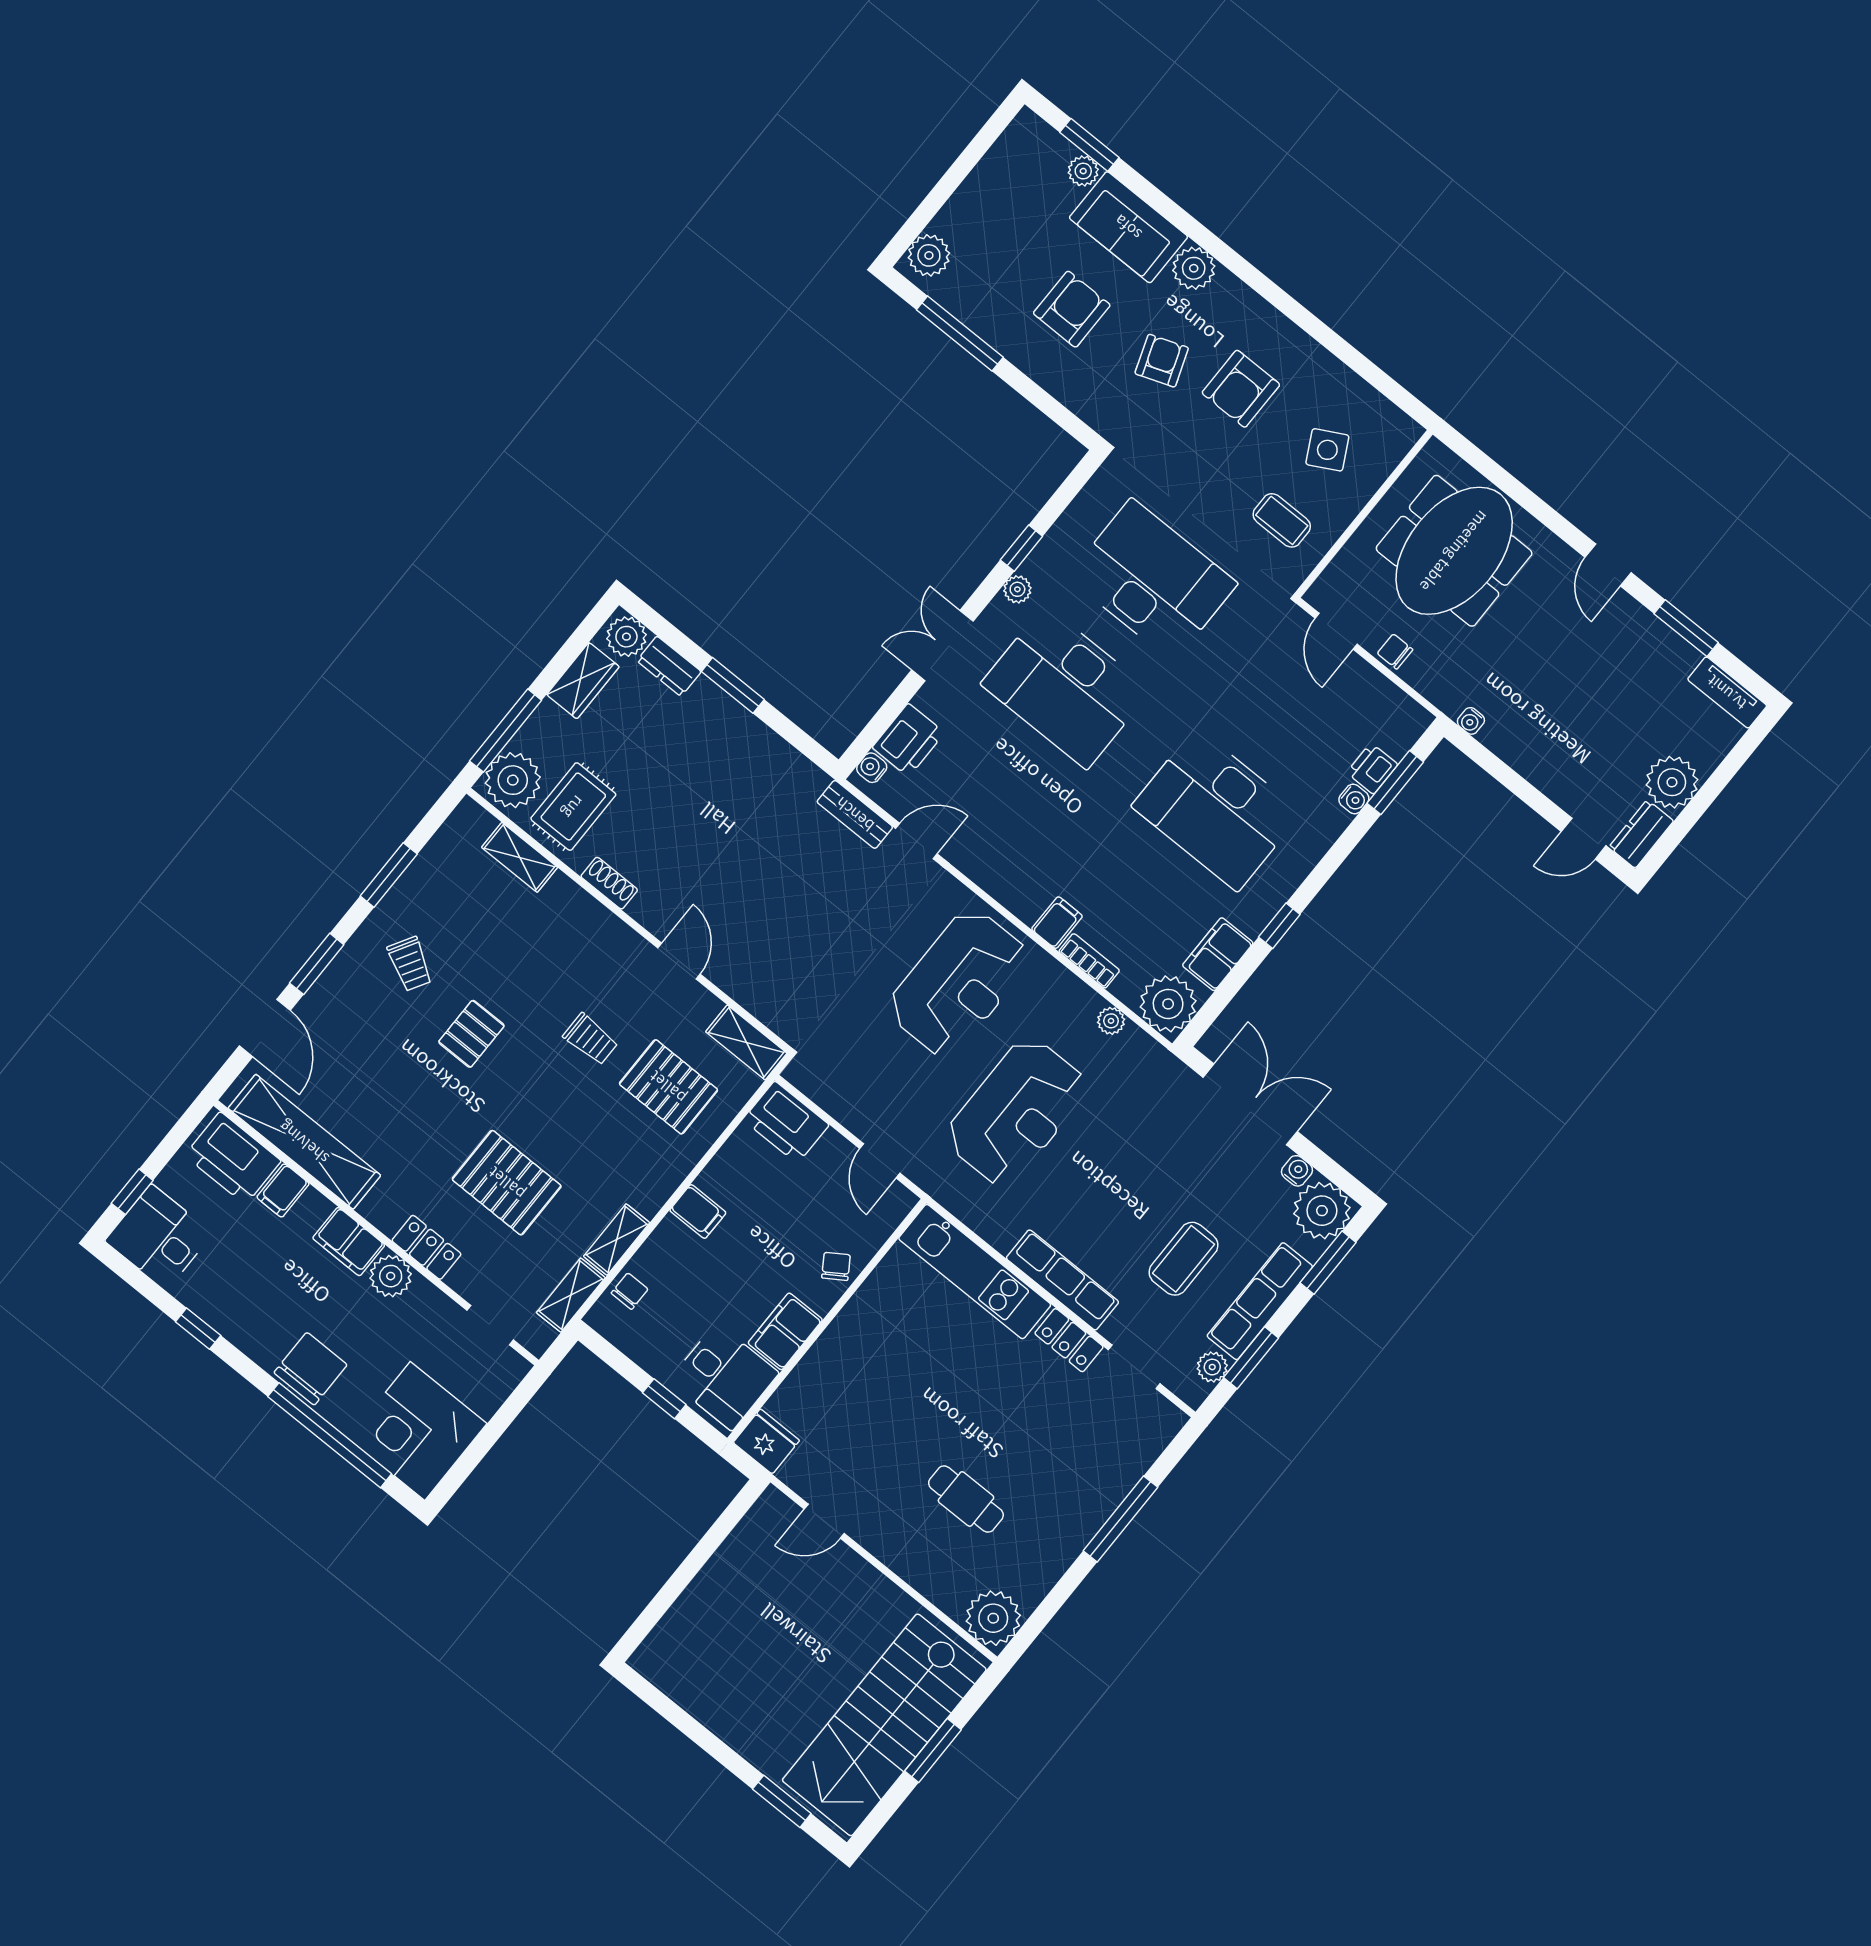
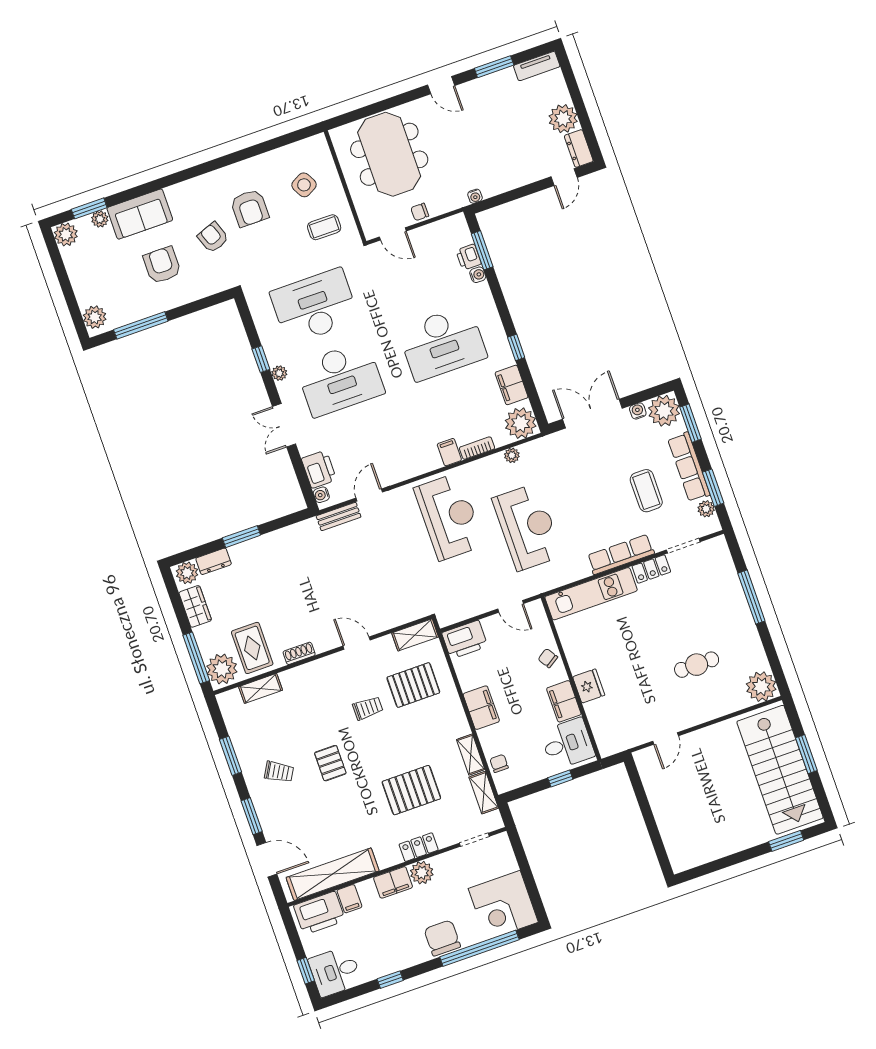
plant: (1194, 268) -> (66, 235), moved
filing cabinet: (698, 1212) -> (481, 708), width x2.00
fridge: (766, 1441) -> (589, 686), moved, turned 90

